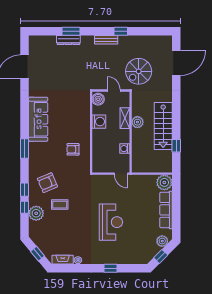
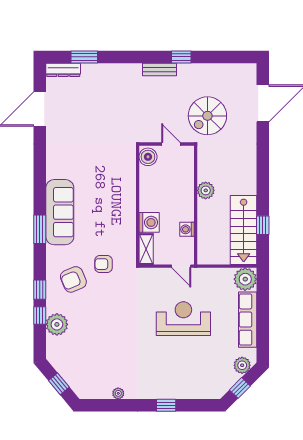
window: (71, 31) -> (84, 57), moved
dresser: (68, 40) -> (63, 70), moved
shelving: (125, 118) -> (146, 249), moved
sofa: (38, 119) -> (60, 212), moved
washing machine: (99, 122) -> (149, 222), moved
stairs: (163, 126) -> (244, 230), moved
armchair: (73, 149) -> (103, 264), moved
coffee table: (60, 205) -> (92, 312), removed
reception desk: (111, 222) -> (183, 319), moved, turned -90
fireplace: (63, 260) -> (96, 392), removed

